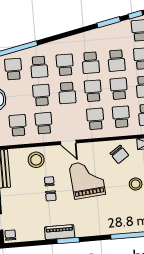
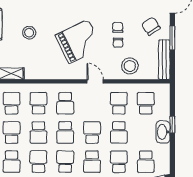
school desk: (121, 117) -> (38, 103), turned 180
school desk: (44, 123) -> (119, 103), turned 180
school desk: (18, 125) -> (146, 103), turned 180
chair: (119, 154) -> (151, 26), moved
grand piano: (87, 179) -> (79, 41), turned -111

